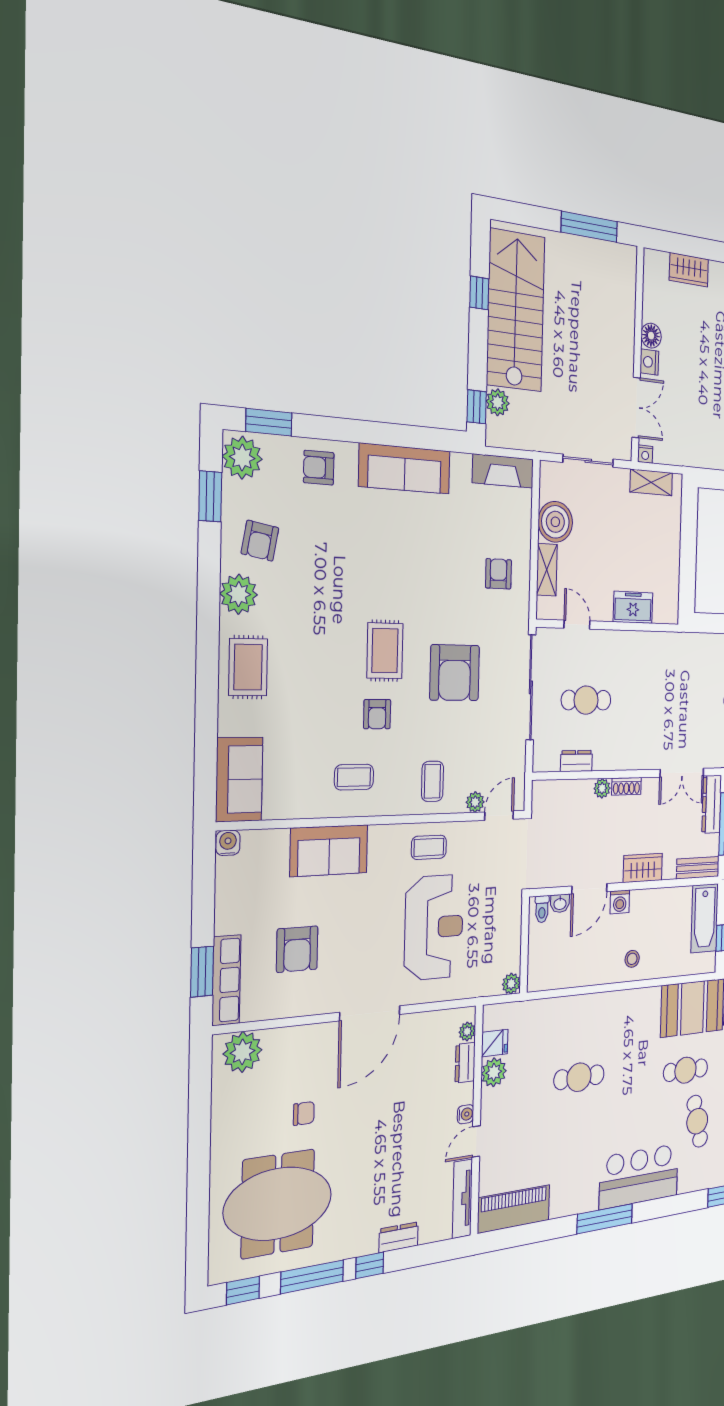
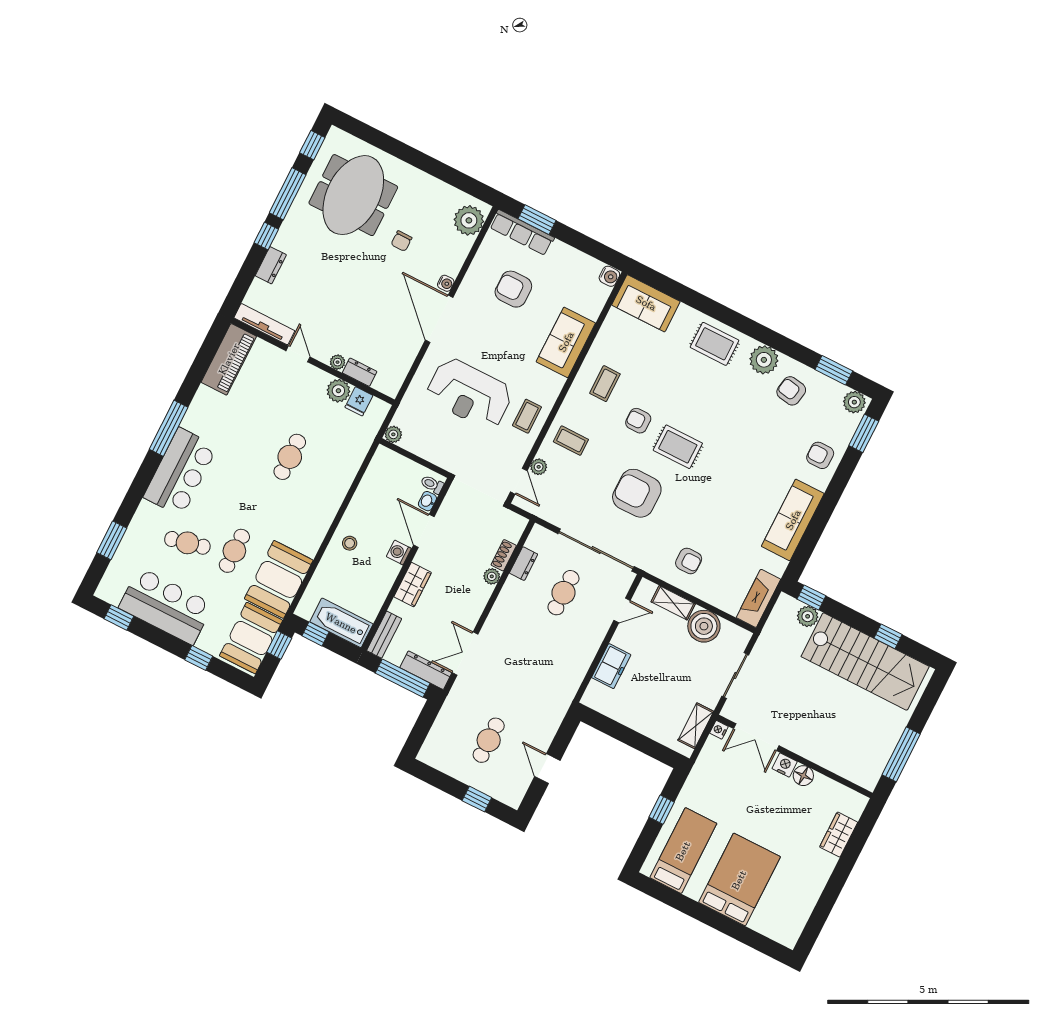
plant: (242, 458) -> (854, 402), width x0.73, depth x0.73
armchair: (319, 468) -> (820, 455), turned -90
shoe rack: (626, 786) -> (504, 555), moved
plant: (467, 1031) -> (338, 362), moved
water cooler: (466, 1114) -> (446, 283), moved, turned -90

